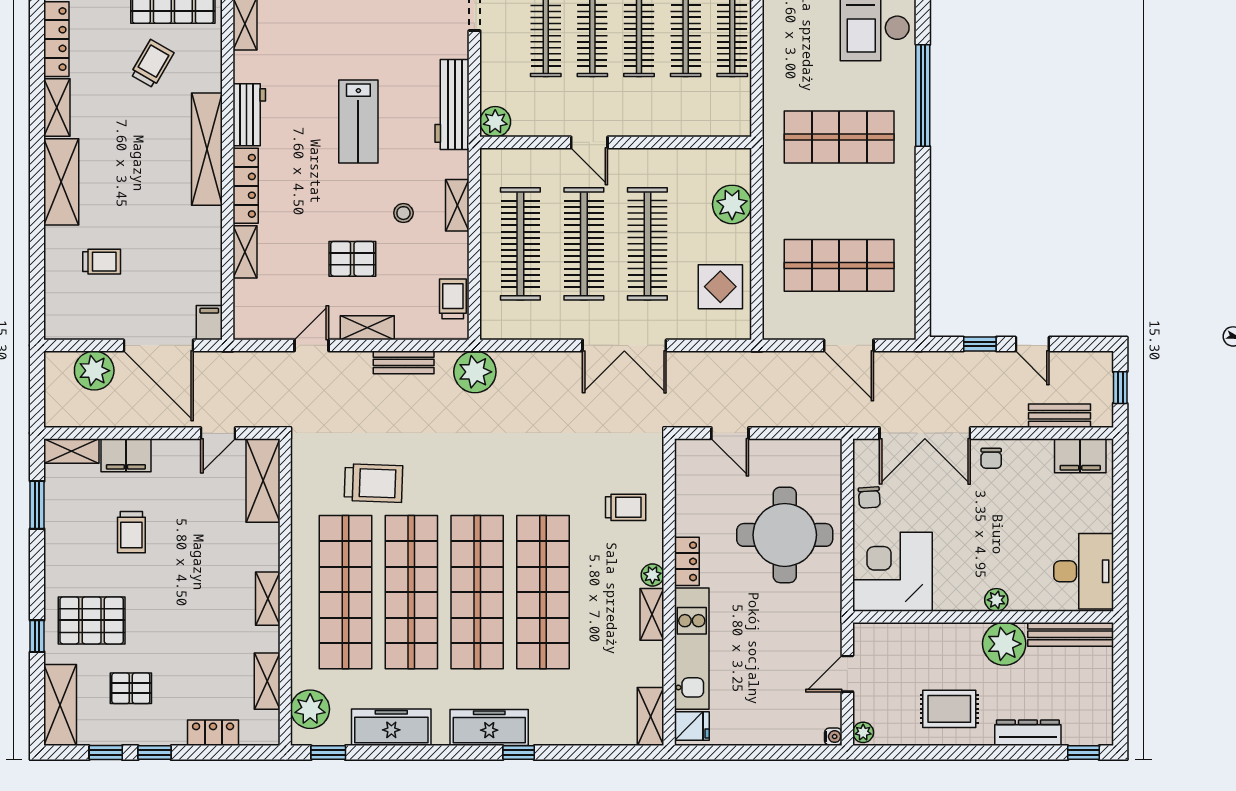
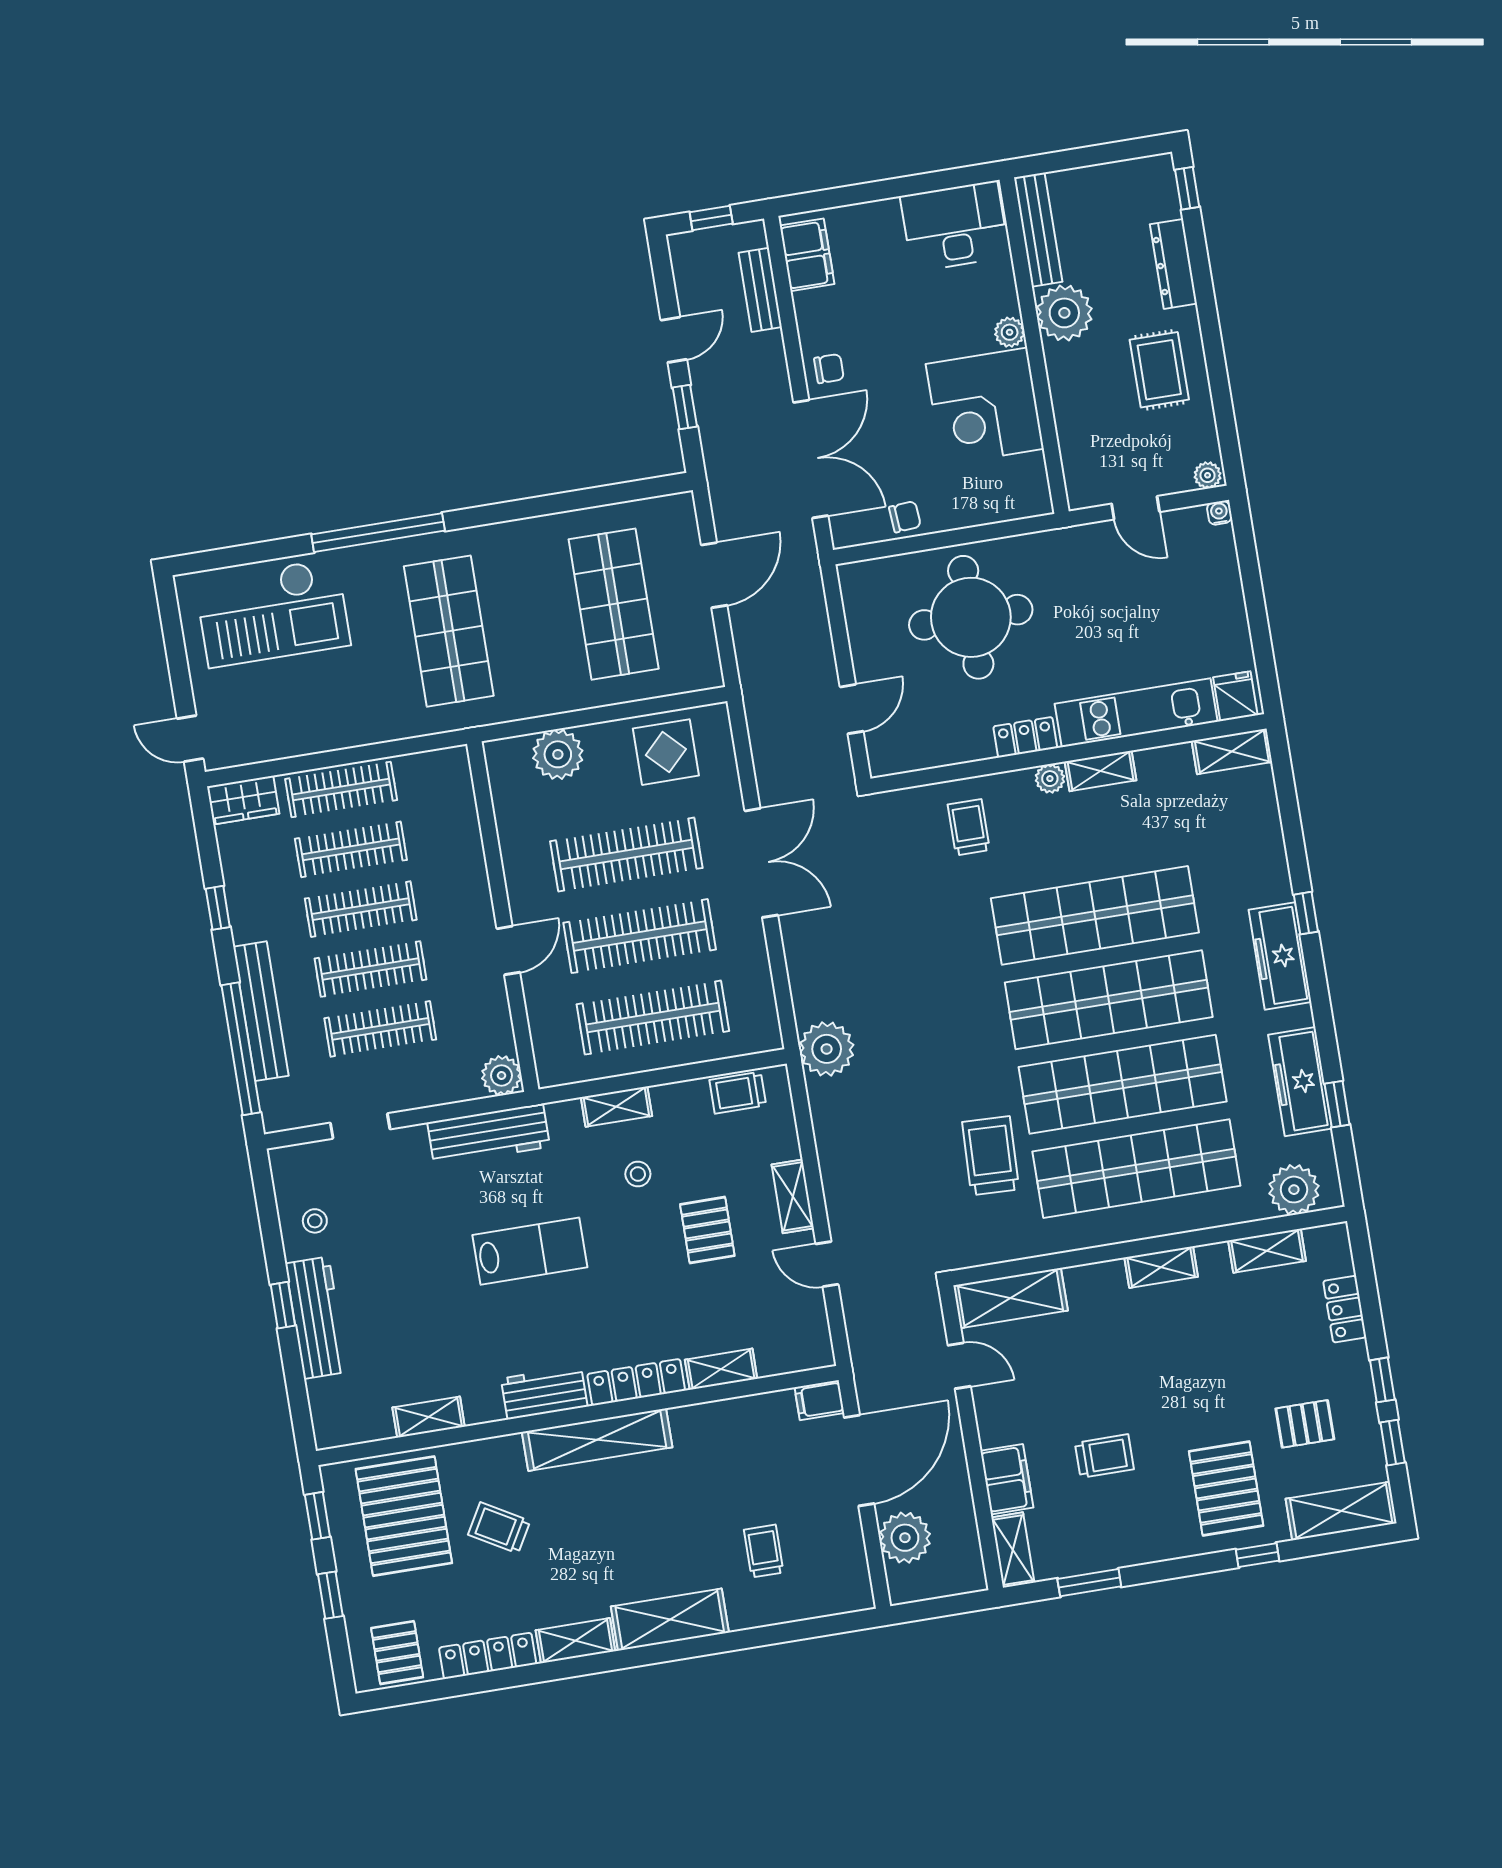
bench: (404, 362) -> (829, 1142), removed
corner desk: (892, 572) -> (985, 406), moved
pallet: (131, 688) -> (1305, 1424), turned 90
window: (328, 753) -> (1337, 1104), moved

